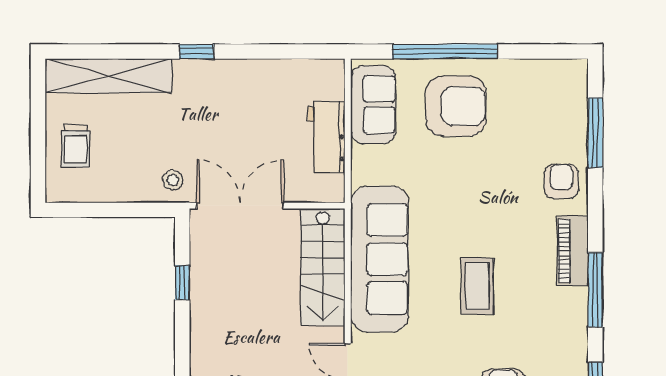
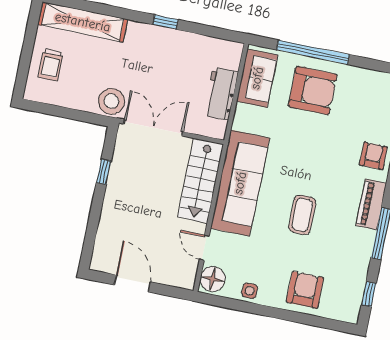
window: (196, 51) -> (165, 22), moved
stool: (173, 180) -> (111, 101), width x1.89, depth x1.89

